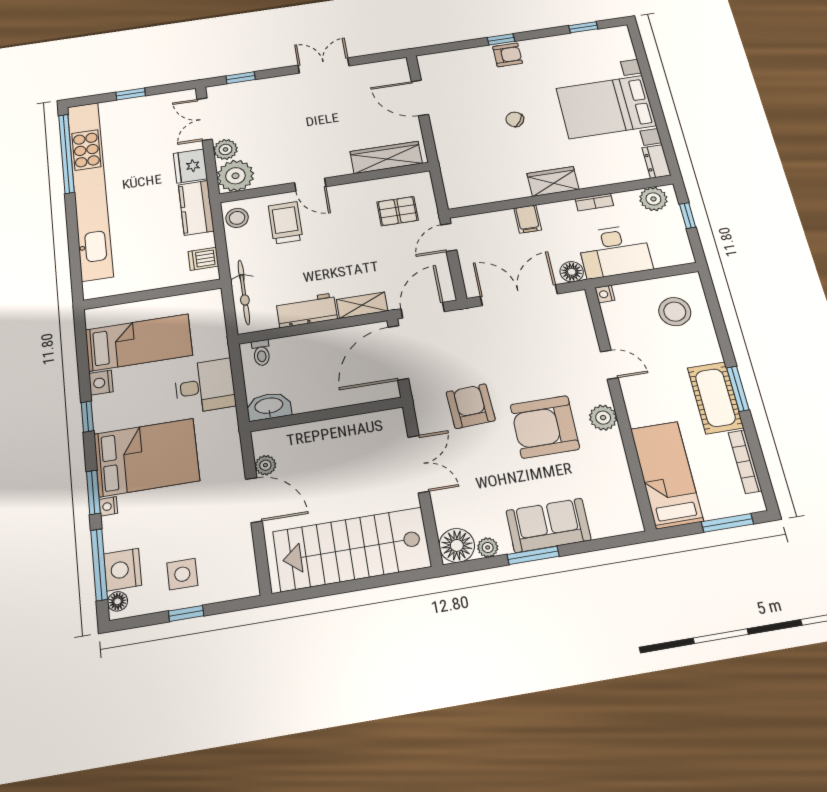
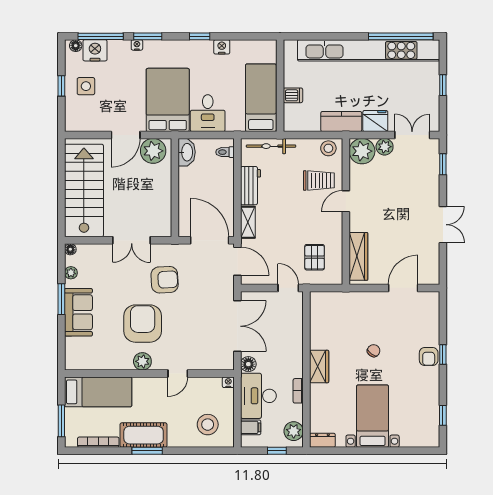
bed with nightstands: (606, 107) -> (373, 416), width x0.73
filing cabinet: (528, 219) -> (251, 427), moved, turned 180
dishwasher: (203, 259) -> (293, 95), moved, turned 90
bed: (139, 342) -> (261, 98), moved, turned 180
bed: (146, 457) -> (168, 100), moved, turned 180
plant: (265, 465) -> (153, 151), width x1.88, depth x1.88
floor lamp: (457, 545) -> (70, 249), width x0.53, depth x0.53

